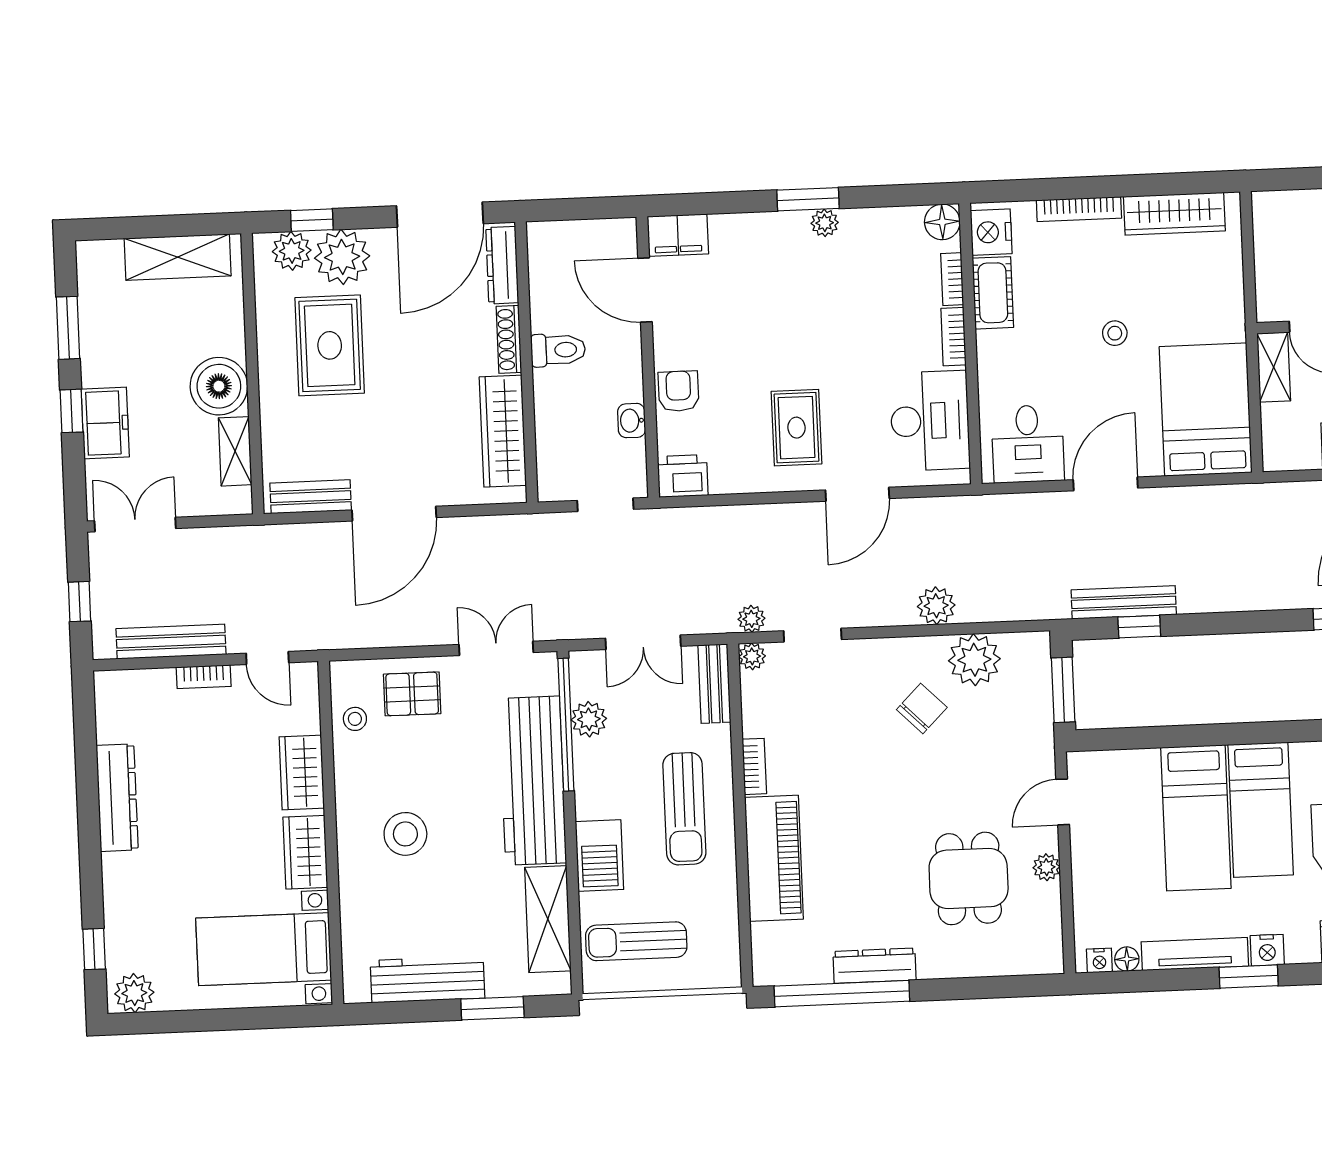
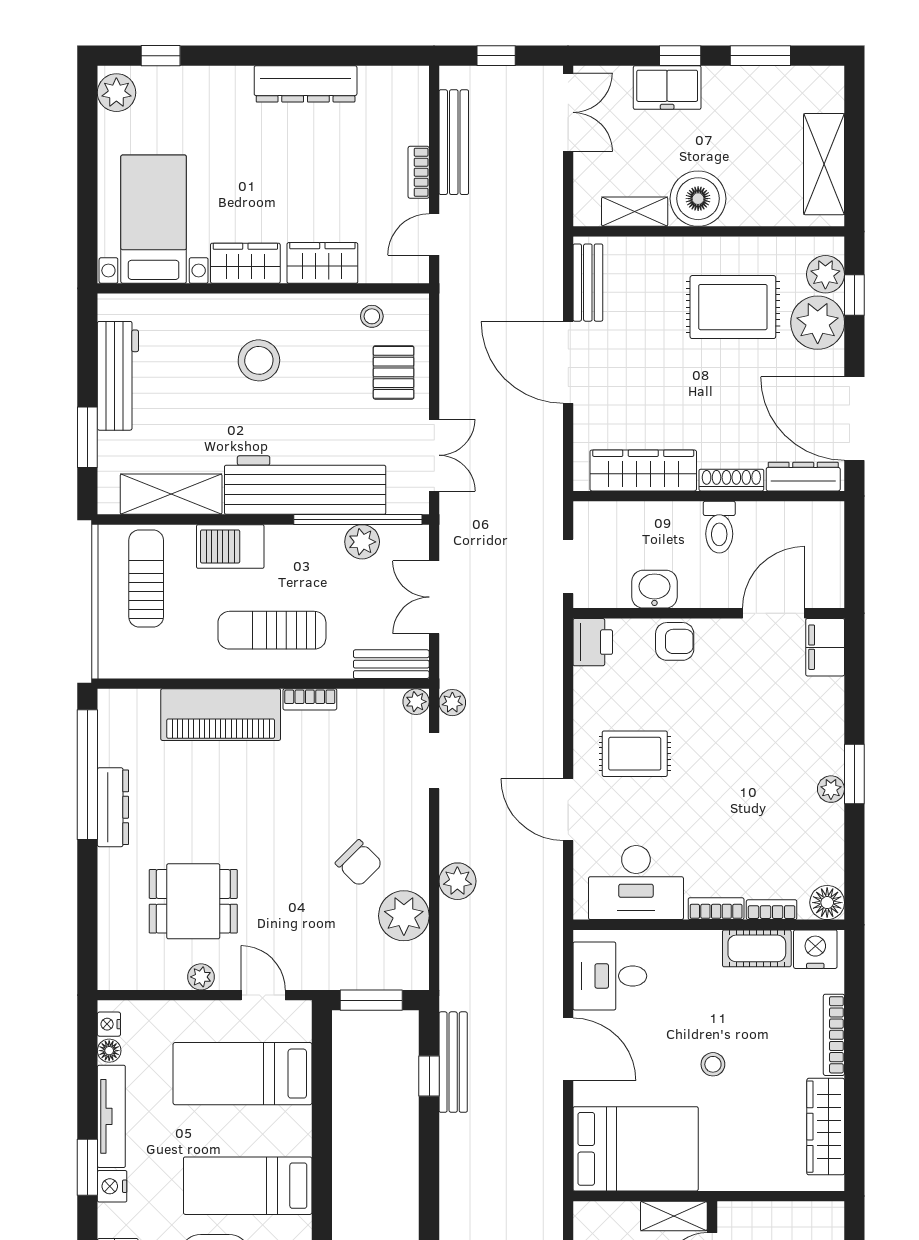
washbasin: (632, 421) -> (654, 589), width x1.38, depth x1.45
bed: (1196, 818) -> (242, 1074), moved

